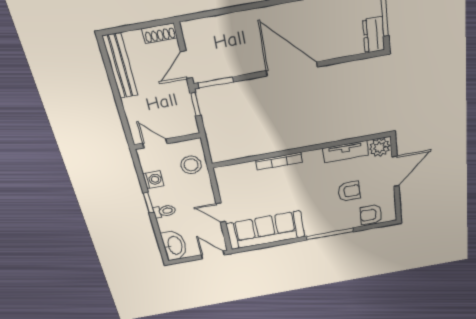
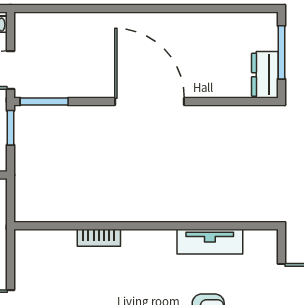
plant: (380, 147) -> (260, 245), removed
bookcase: (279, 161) -> (99, 238), width x0.64

